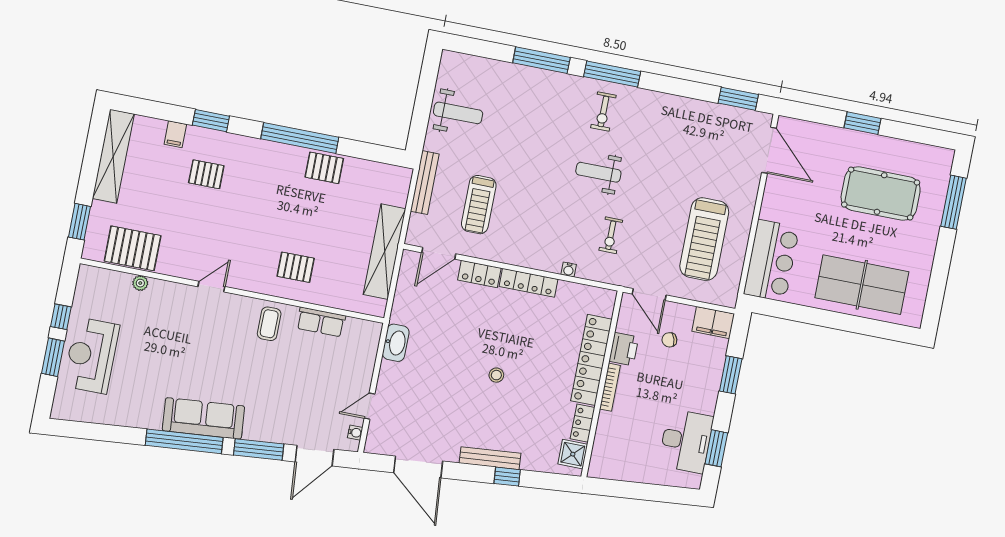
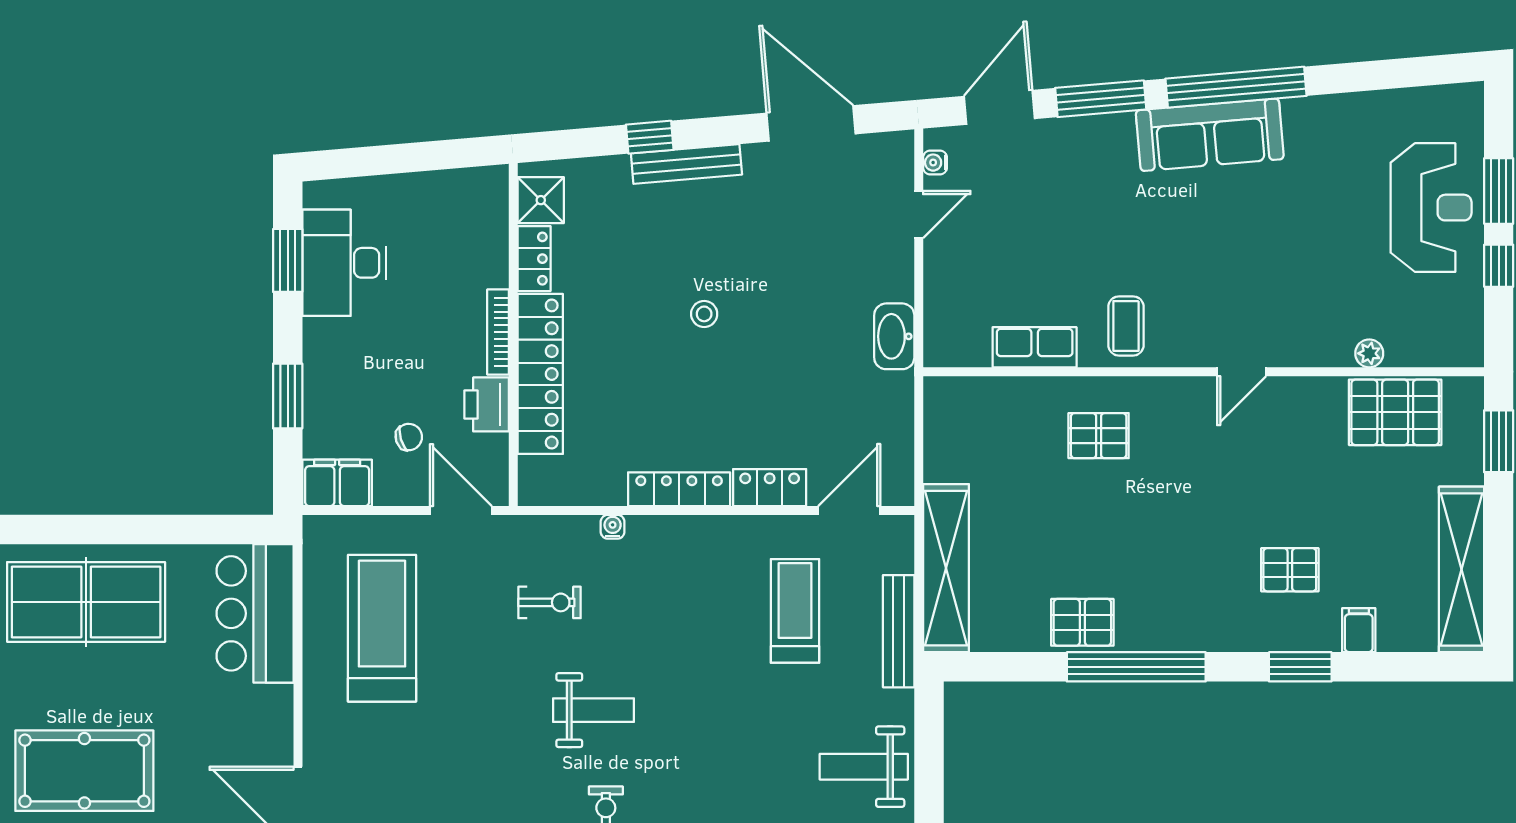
exercise bike: (611, 235) -> (549, 602), turned 90
shelving: (385, 252) -> (946, 568), moved

